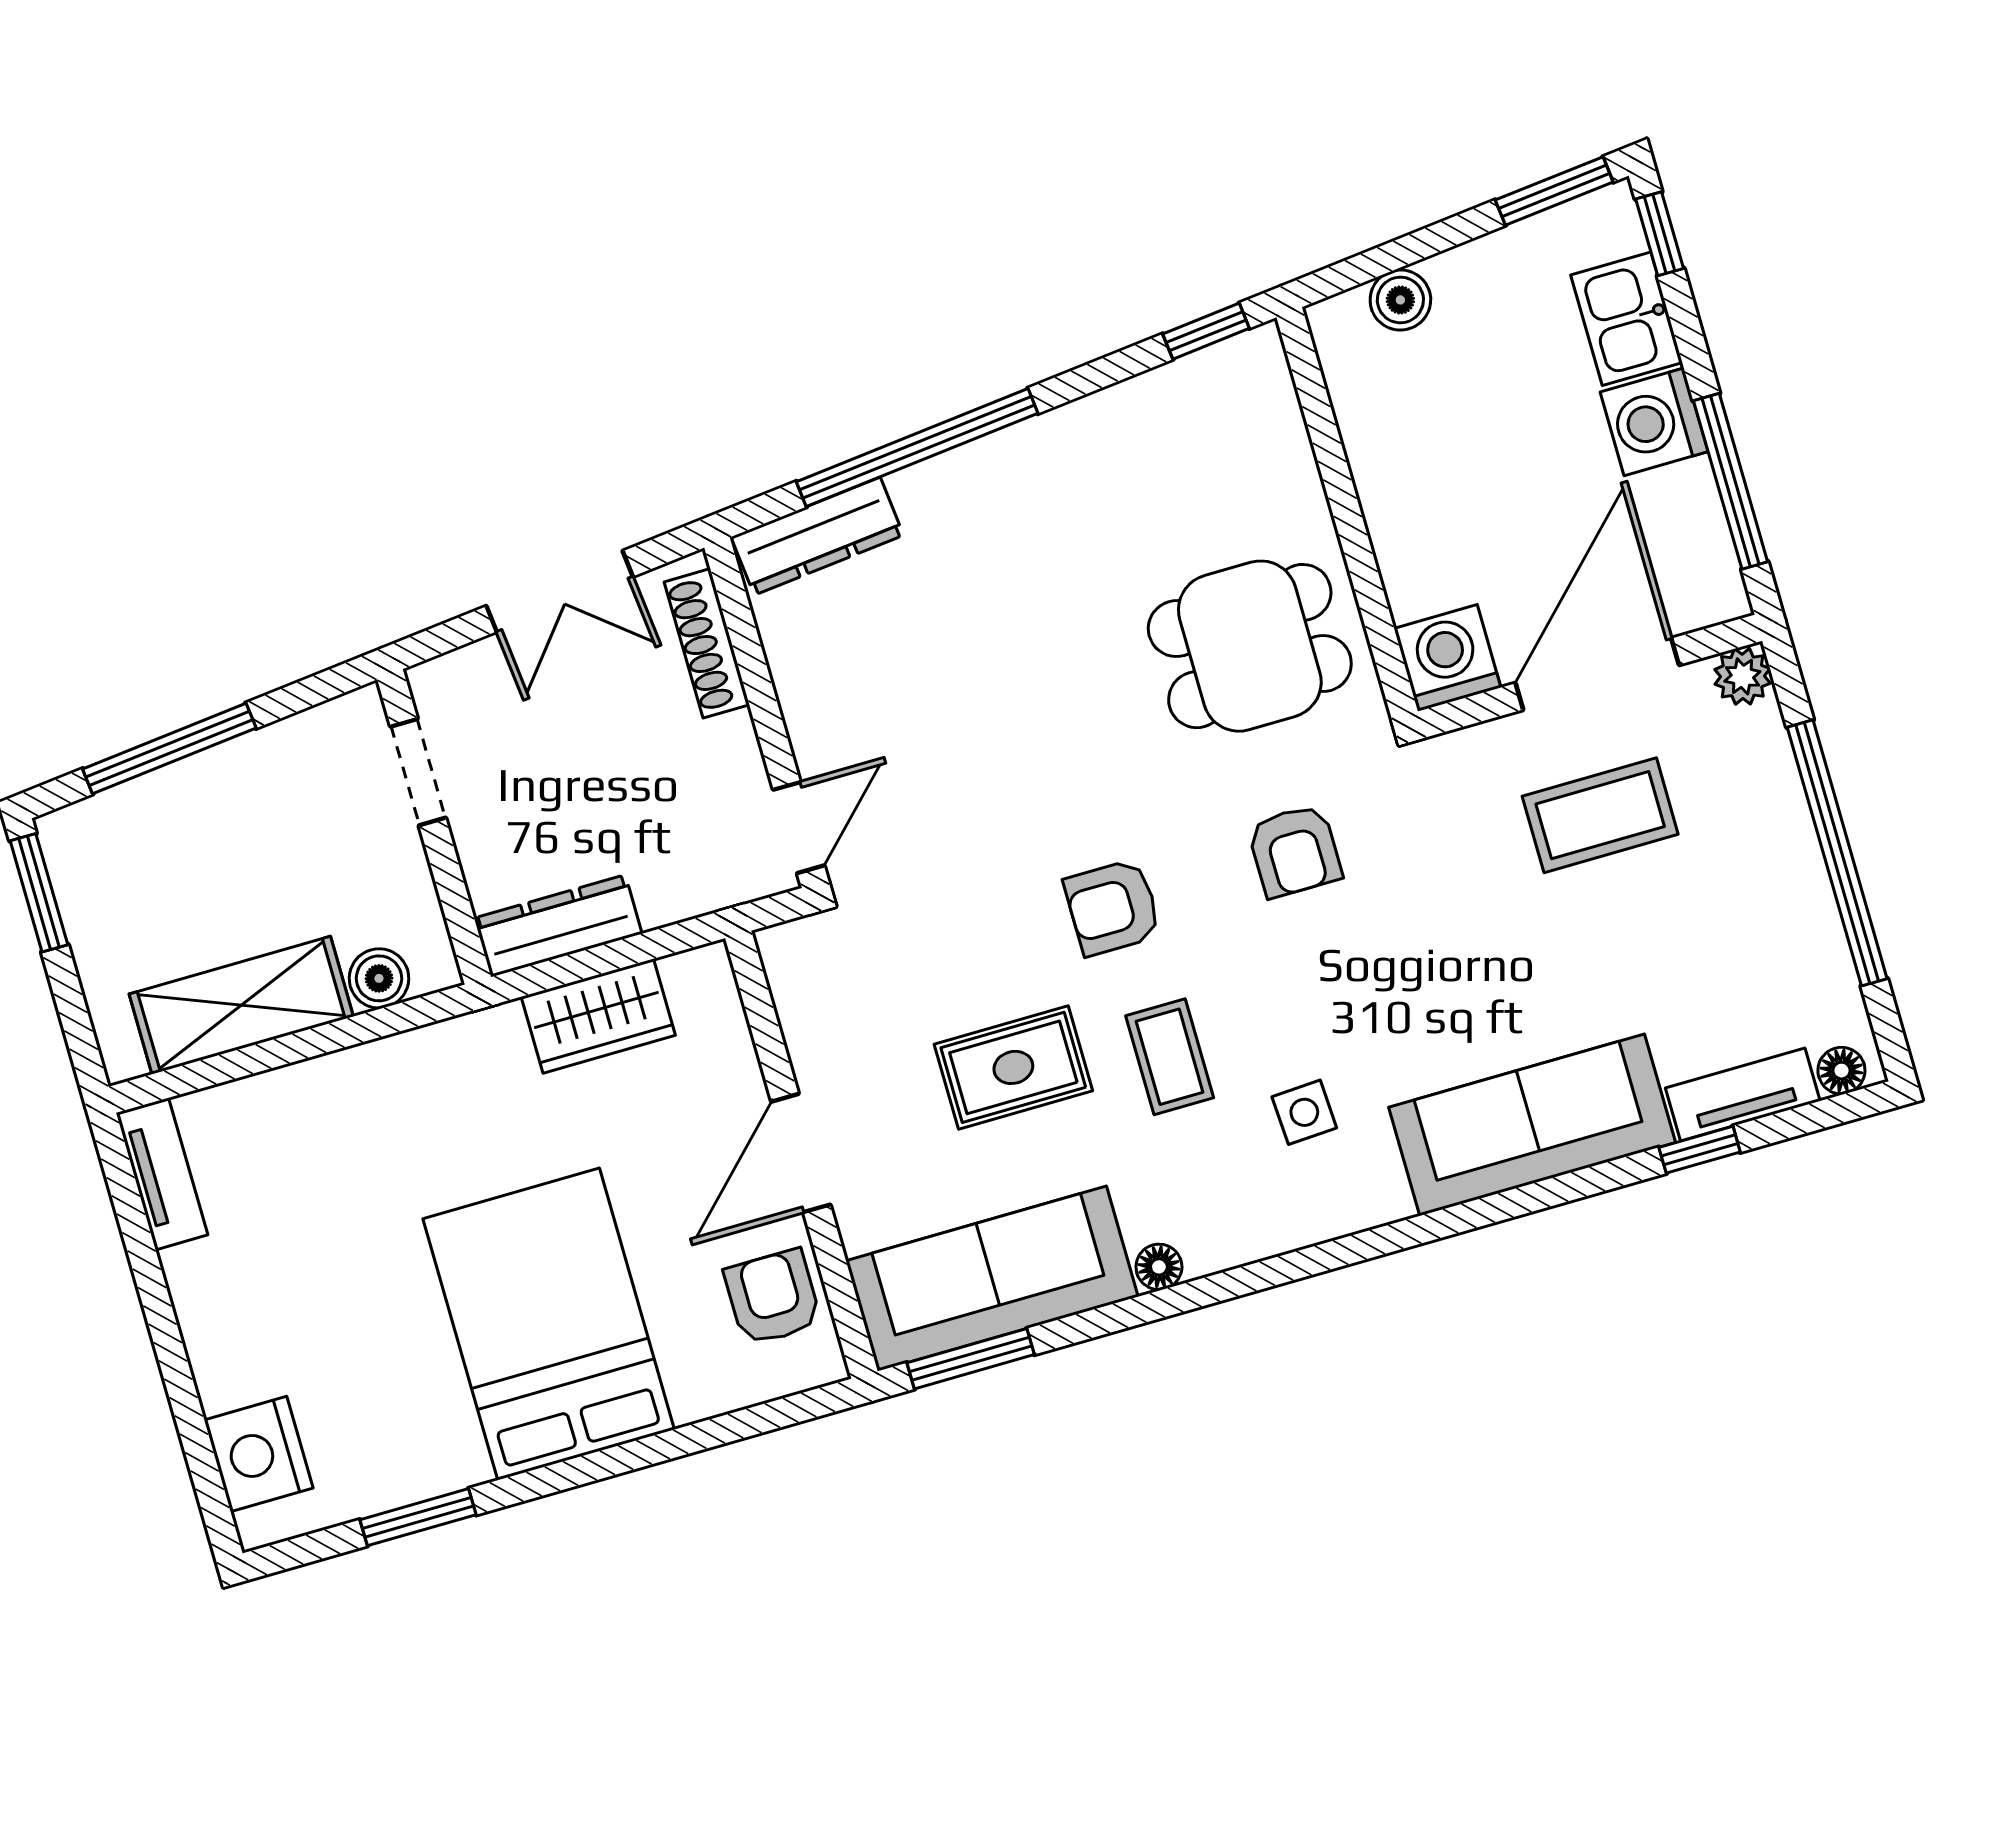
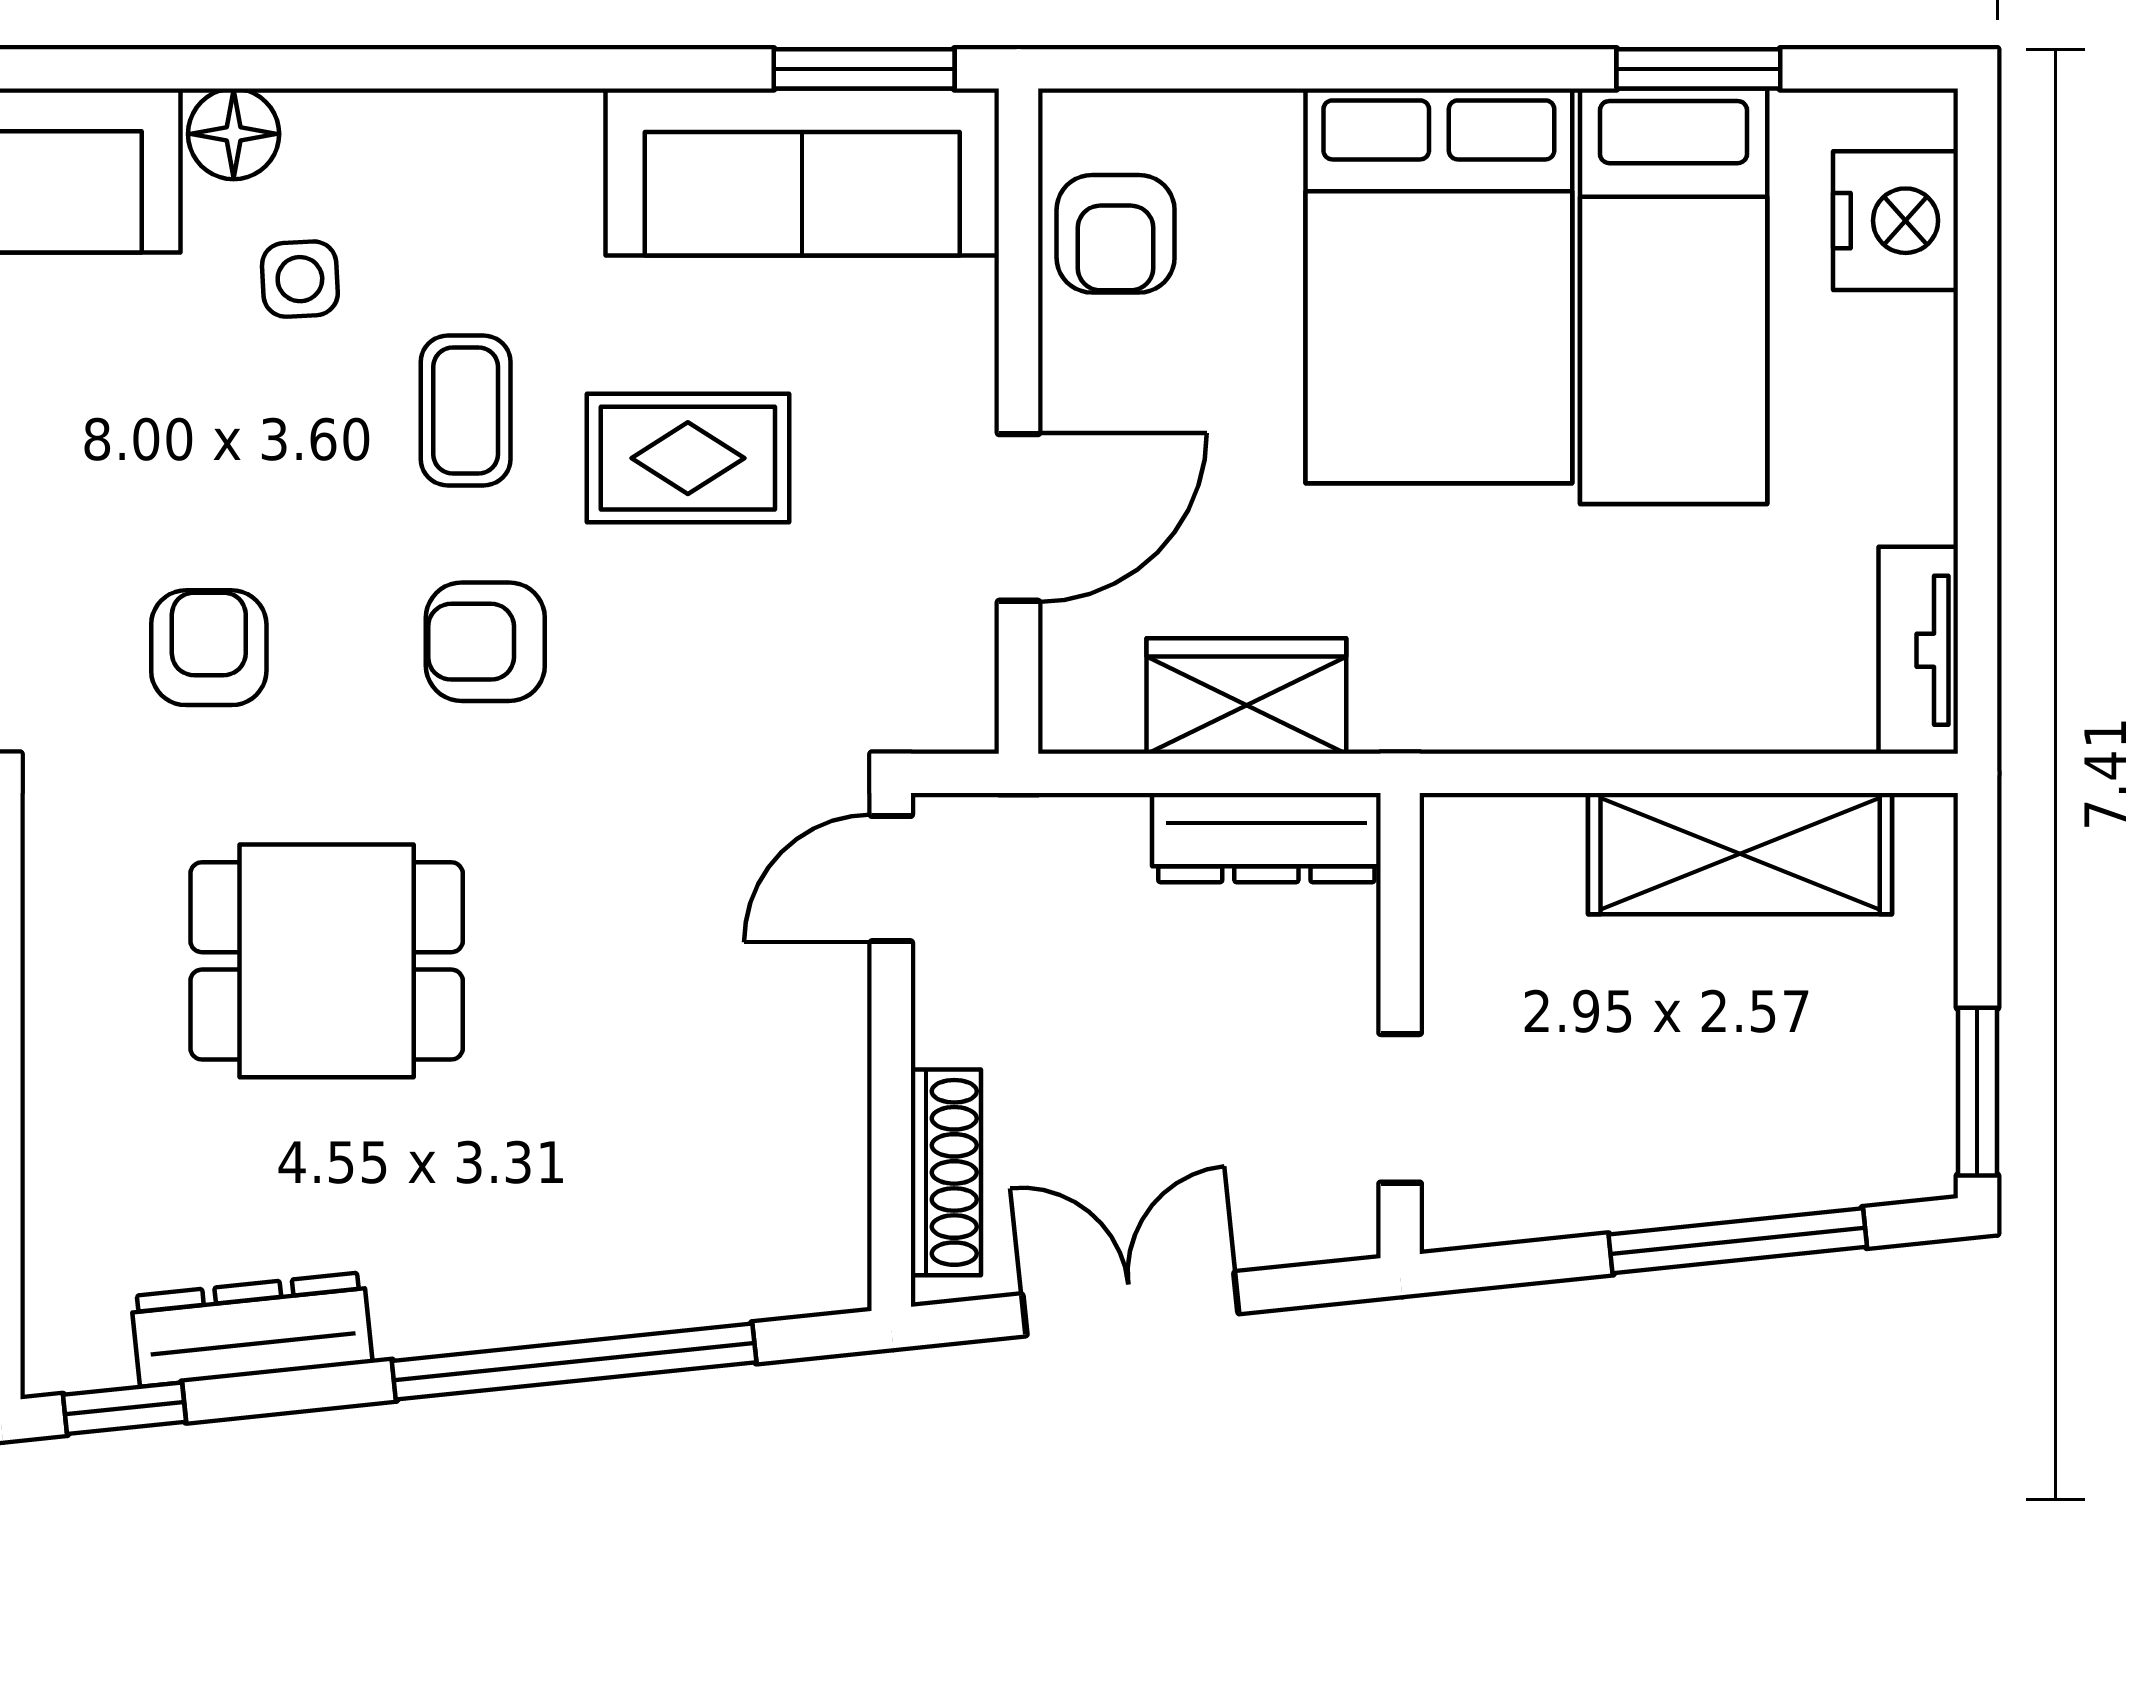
dresser: (817, 536) -> (252, 1329), moved
dining table: (1250, 646) -> (327, 961), moved
armchair: (1113, 907) -> (485, 642), turned 180
boiler: (379, 978) -> (1537, 836), removed
door: (801, 1153) -> (1018, 517), moved
floor lamp: (1159, 1267) -> (234, 134), moved, width x1.37, depth x1.37
bed: (391, 1362) -> (1674, 296), added

